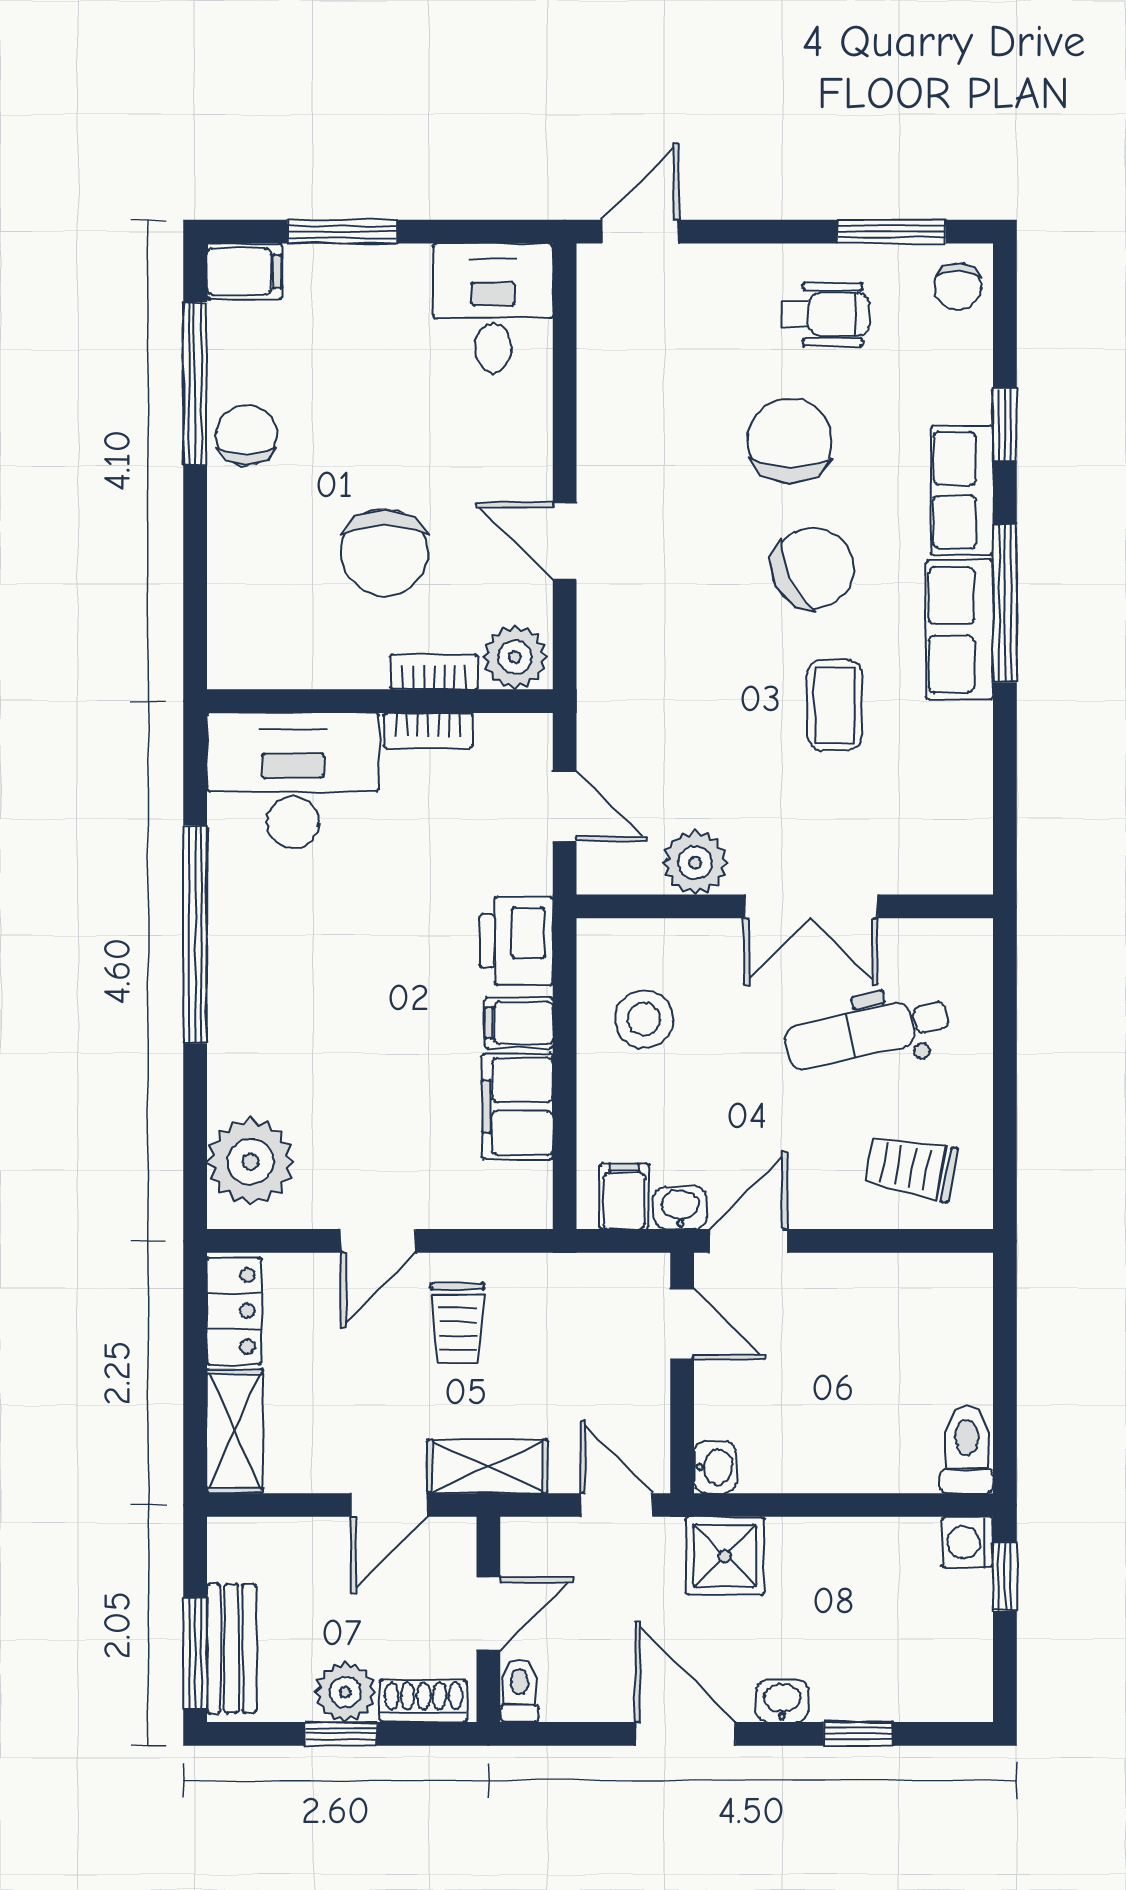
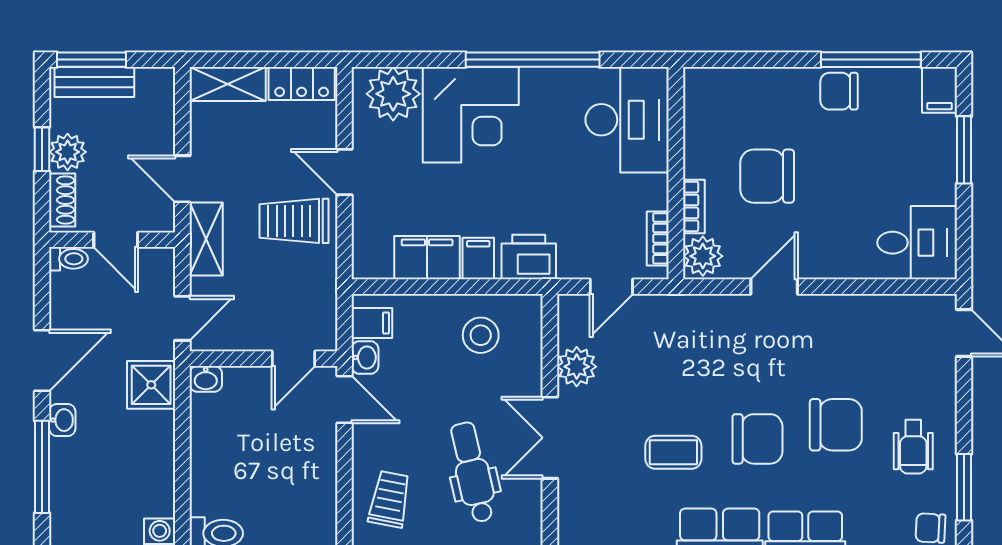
chair: (246, 435) -> (839, 91), turned 180
chair: (813, 568) -> (757, 439), turned -65
bookcase: (428, 731) -> (658, 238), moved
corner desk: (285, 1035) -> (471, 115), added
trolley: (458, 1323) -> (294, 221), width x1.36, depth x1.39
window: (858, 1734) -> (42, 467), width x2.17

